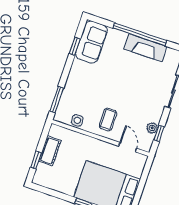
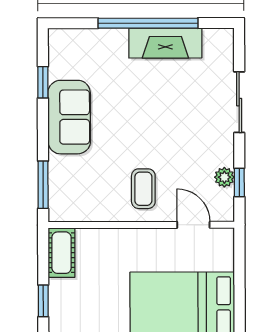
sofa: (91, 42) -> (69, 117), moved
side table: (77, 120) -> (91, 208), removed
cot: (50, 151) -> (62, 253), moved

